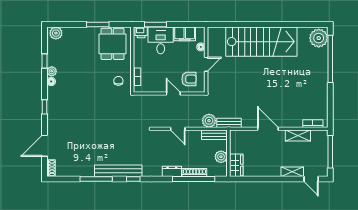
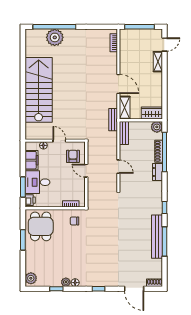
plant: (319, 38) -> (55, 37), moved
dining table: (112, 44) -> (41, 226), turned 90
door: (173, 94) -> (86, 171), hinge flipped
plant: (209, 121) -> (111, 138), removed
door: (178, 129) -> (118, 167), hinge flipped
door: (268, 129) -> (118, 84), swing flipped
shelving: (298, 136) -> (125, 108), moved
plant: (221, 157) -> (157, 127), moved
bench: (118, 171) -> (157, 237), moved

